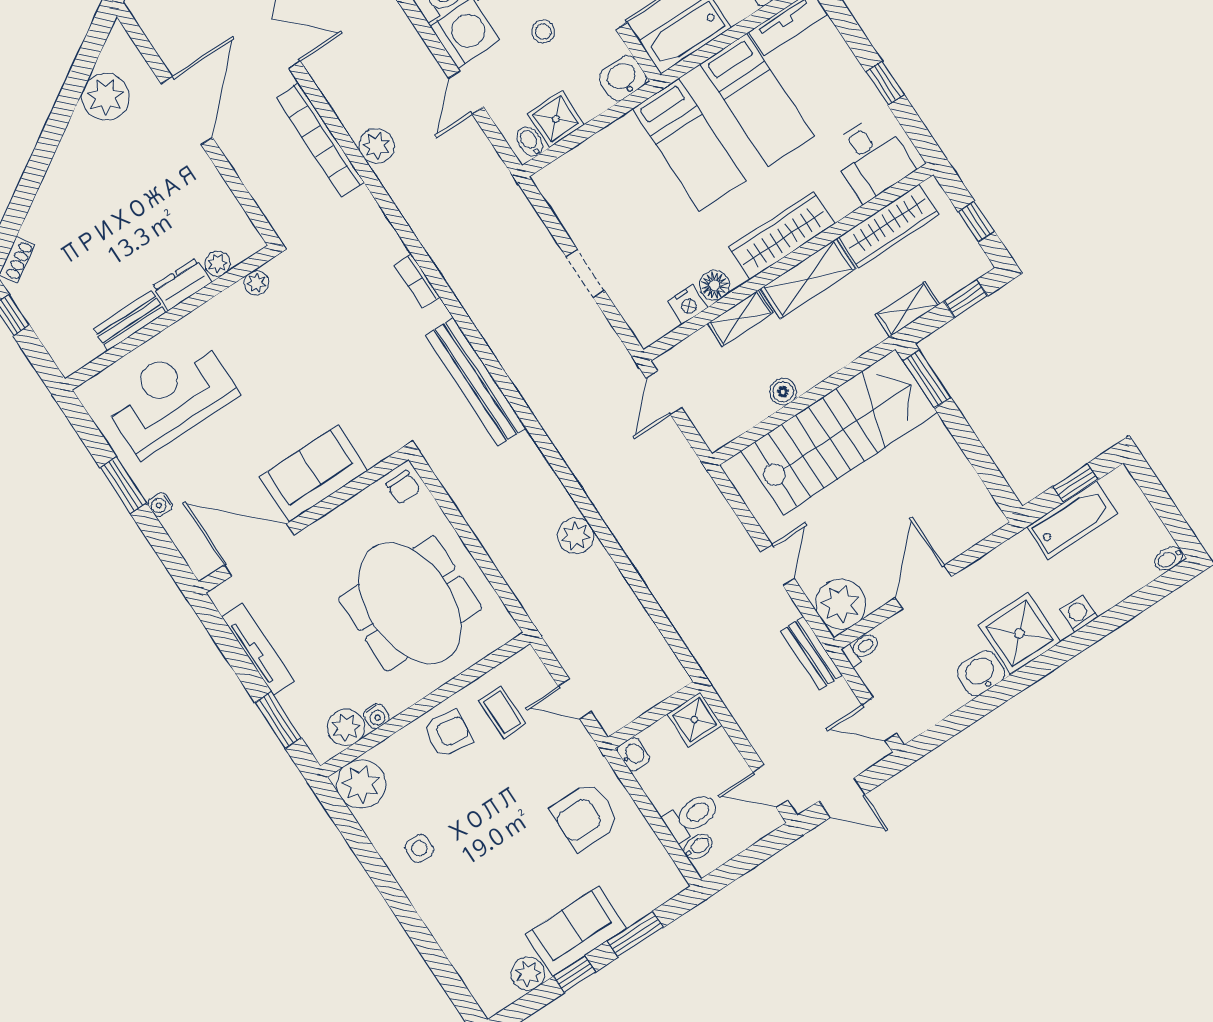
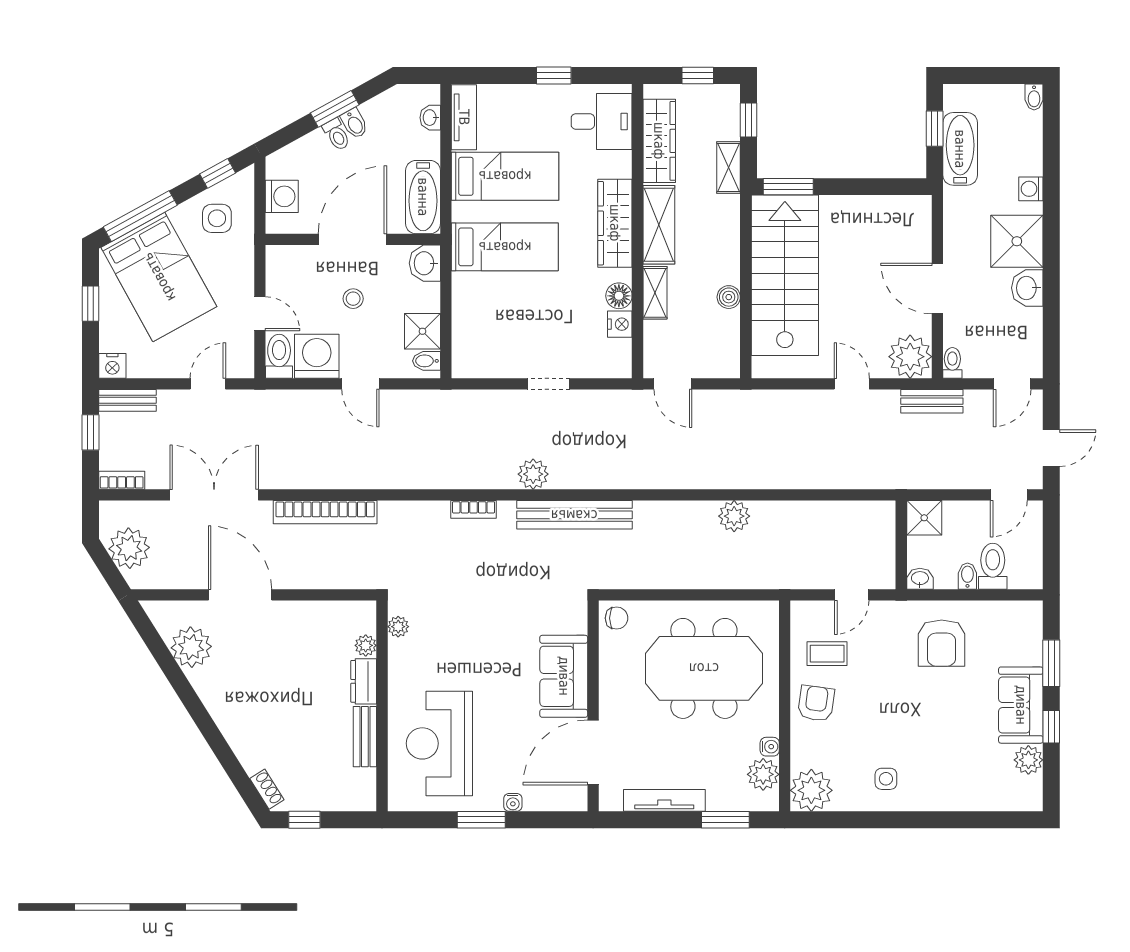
plant: (376, 146) -> (533, 474), moved
bidet: (698, 847) -> (967, 576), moved

